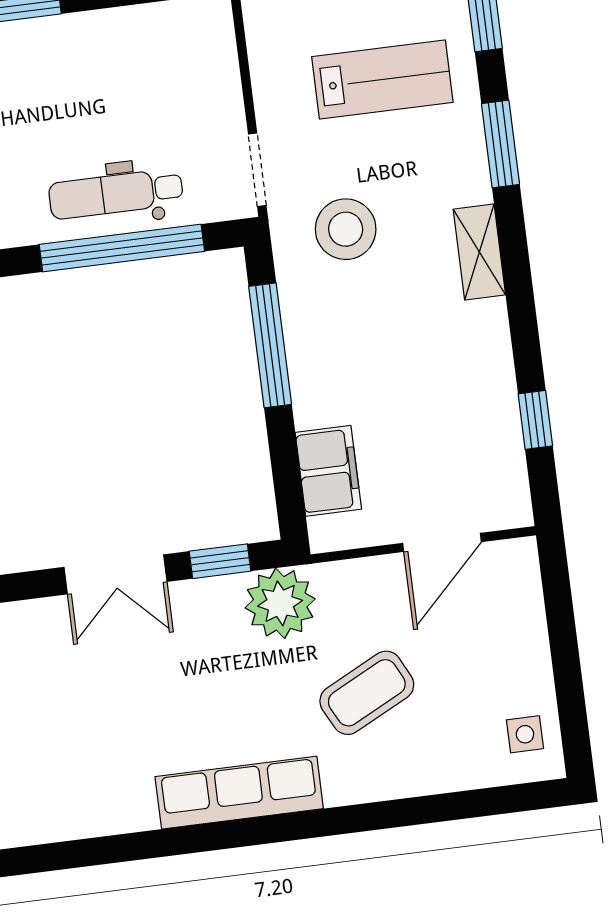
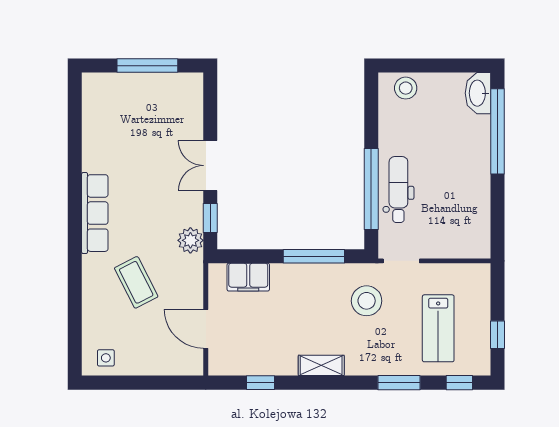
shelving: (479, 252) -> (321, 365), moved
plant: (280, 603) -> (190, 240), width x0.73, depth x0.73

